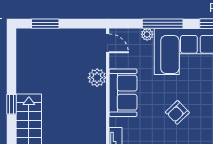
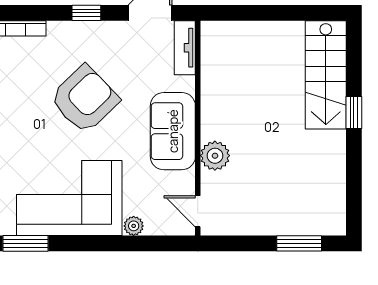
window: (163, 24) -> (108, 243), removed
armchair: (177, 112) -> (85, 99), width x1.88, depth x1.88

